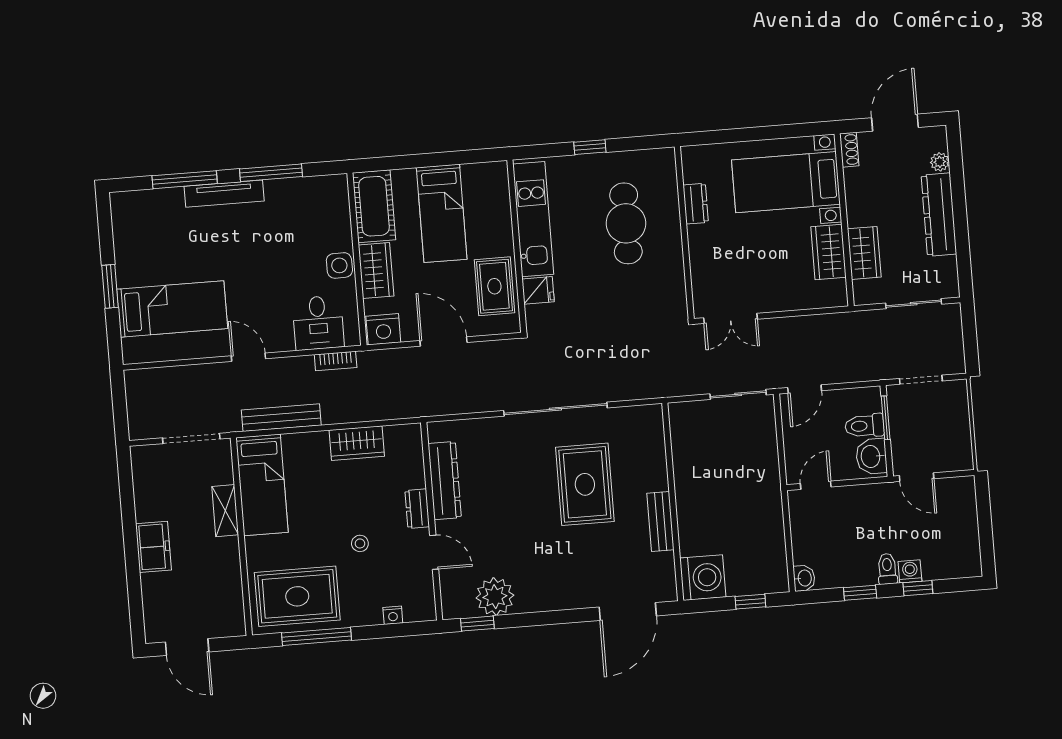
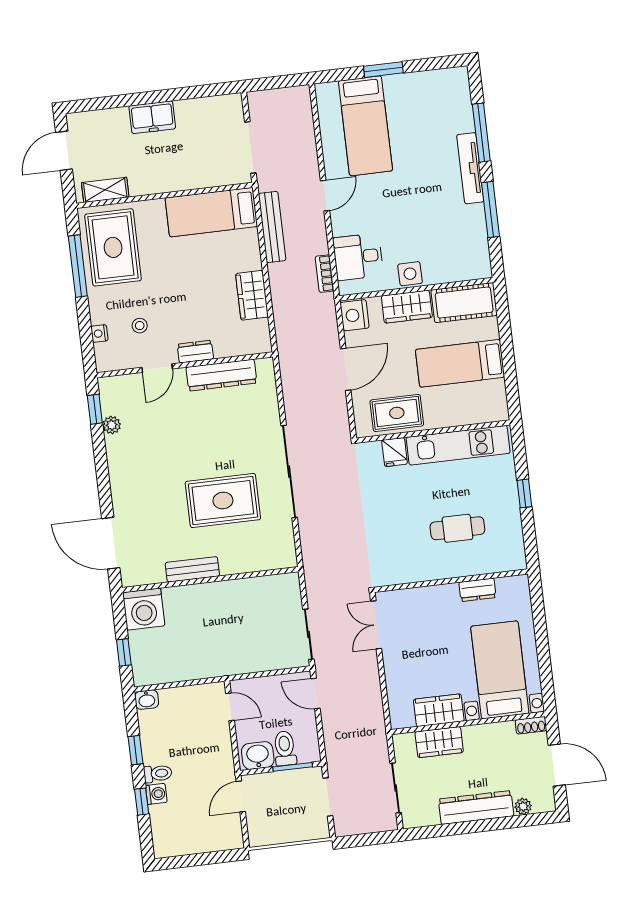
cafe table: (626, 223) -> (457, 528), width x0.73, depth x0.74
shelving: (225, 511) -> (105, 190), moved
stool: (360, 543) -> (140, 326), moved
plant: (495, 597) -> (112, 425), width x0.53, depth x0.53

